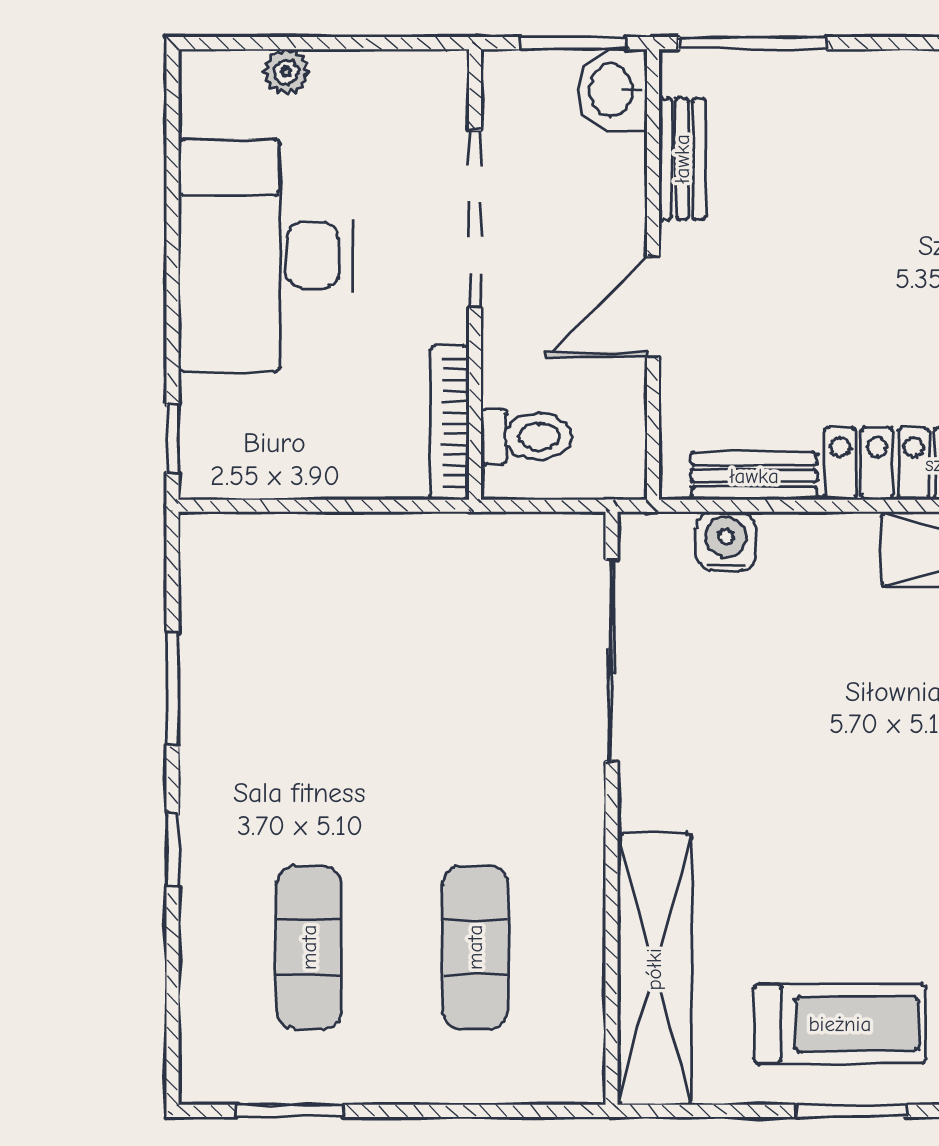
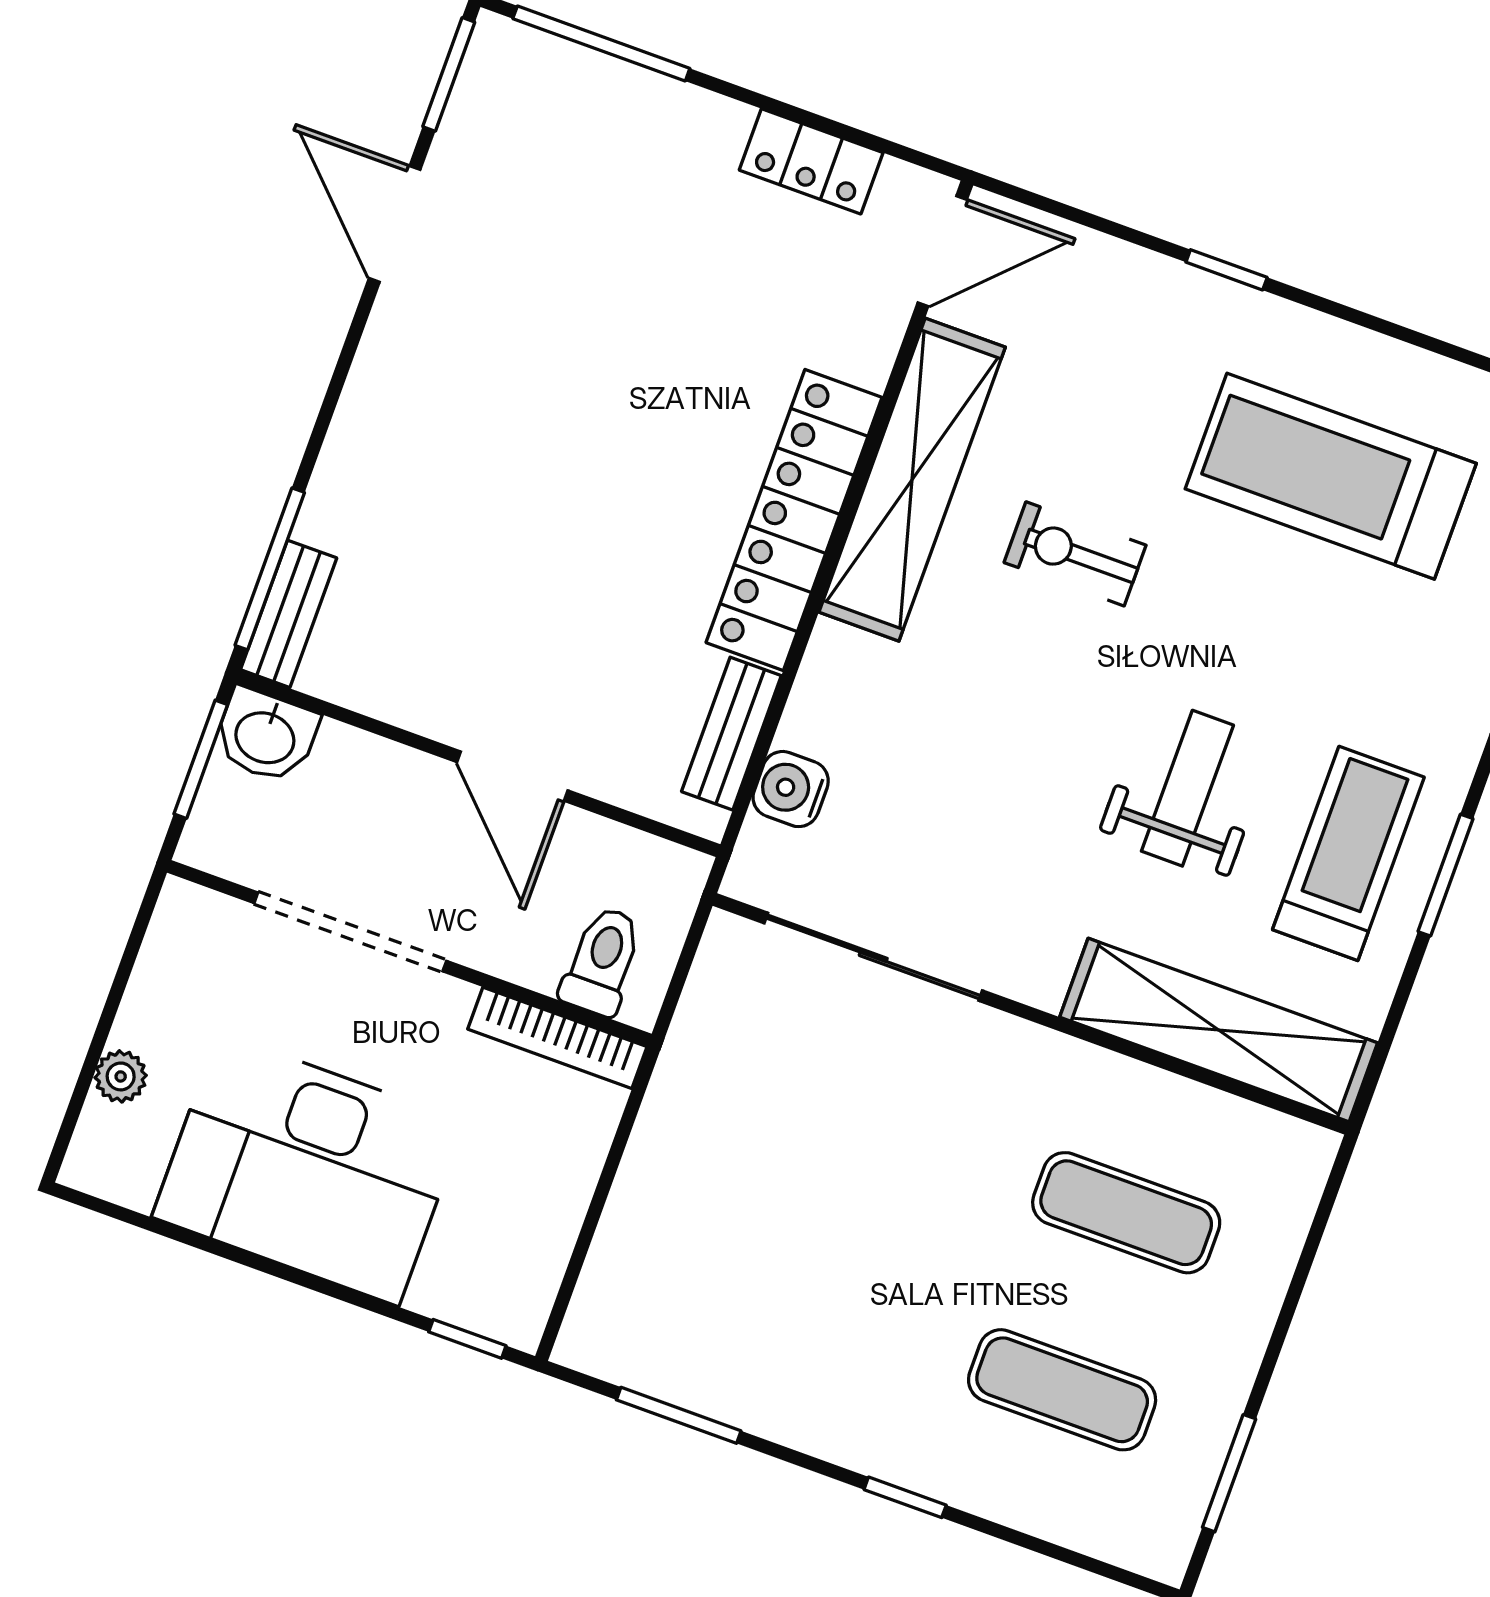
bench: (682, 159) -> (289, 614), moved, turned 90
window: (173, 689) -> (679, 1415), moved
weight bench: (846, 871) -> (1187, 788), added

